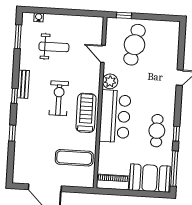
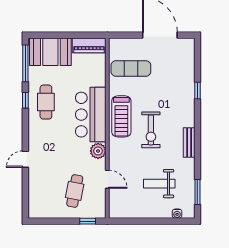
cafe table: (135, 45) -> (75, 191), width x0.73, depth x0.74
window: (15, 96) -> (197, 130), removed

